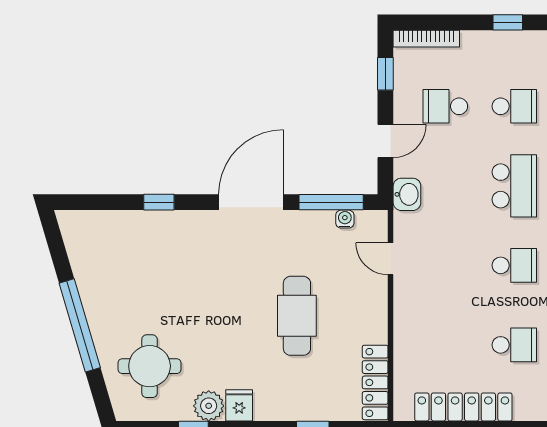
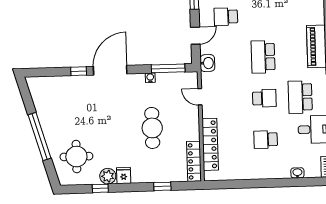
school desk: (514, 106) -> (262, 16), removed
school desk: (514, 186) -> (263, 57), turned 180
door: (251, 202) -> (110, 70), moved
water cooler: (345, 219) -> (150, 78), moved
school desk: (514, 345) -> (266, 140), turned 180
locker: (463, 407) -> (210, 144), moved, turned 90

